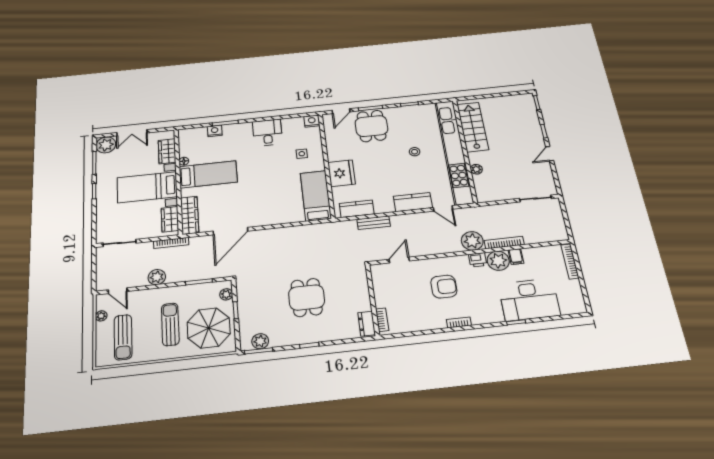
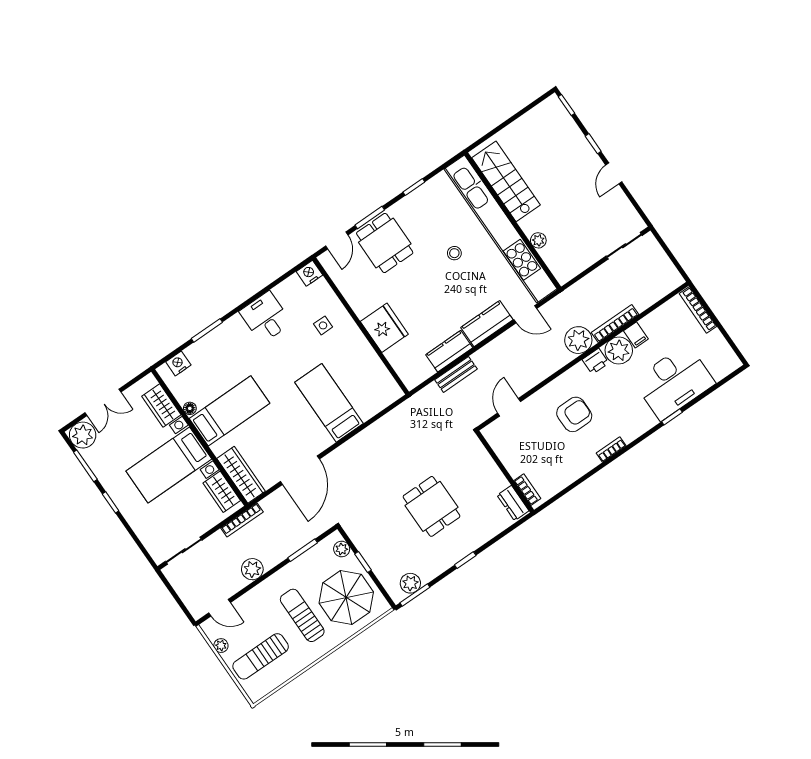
nightstand: (215, 131) -> (178, 363), moved
bed: (316, 196) -> (329, 403), moved
kitchen counter: (357, 209) -> (449, 351), moved
sun lounger: (123, 337) -> (261, 656), turned 90

